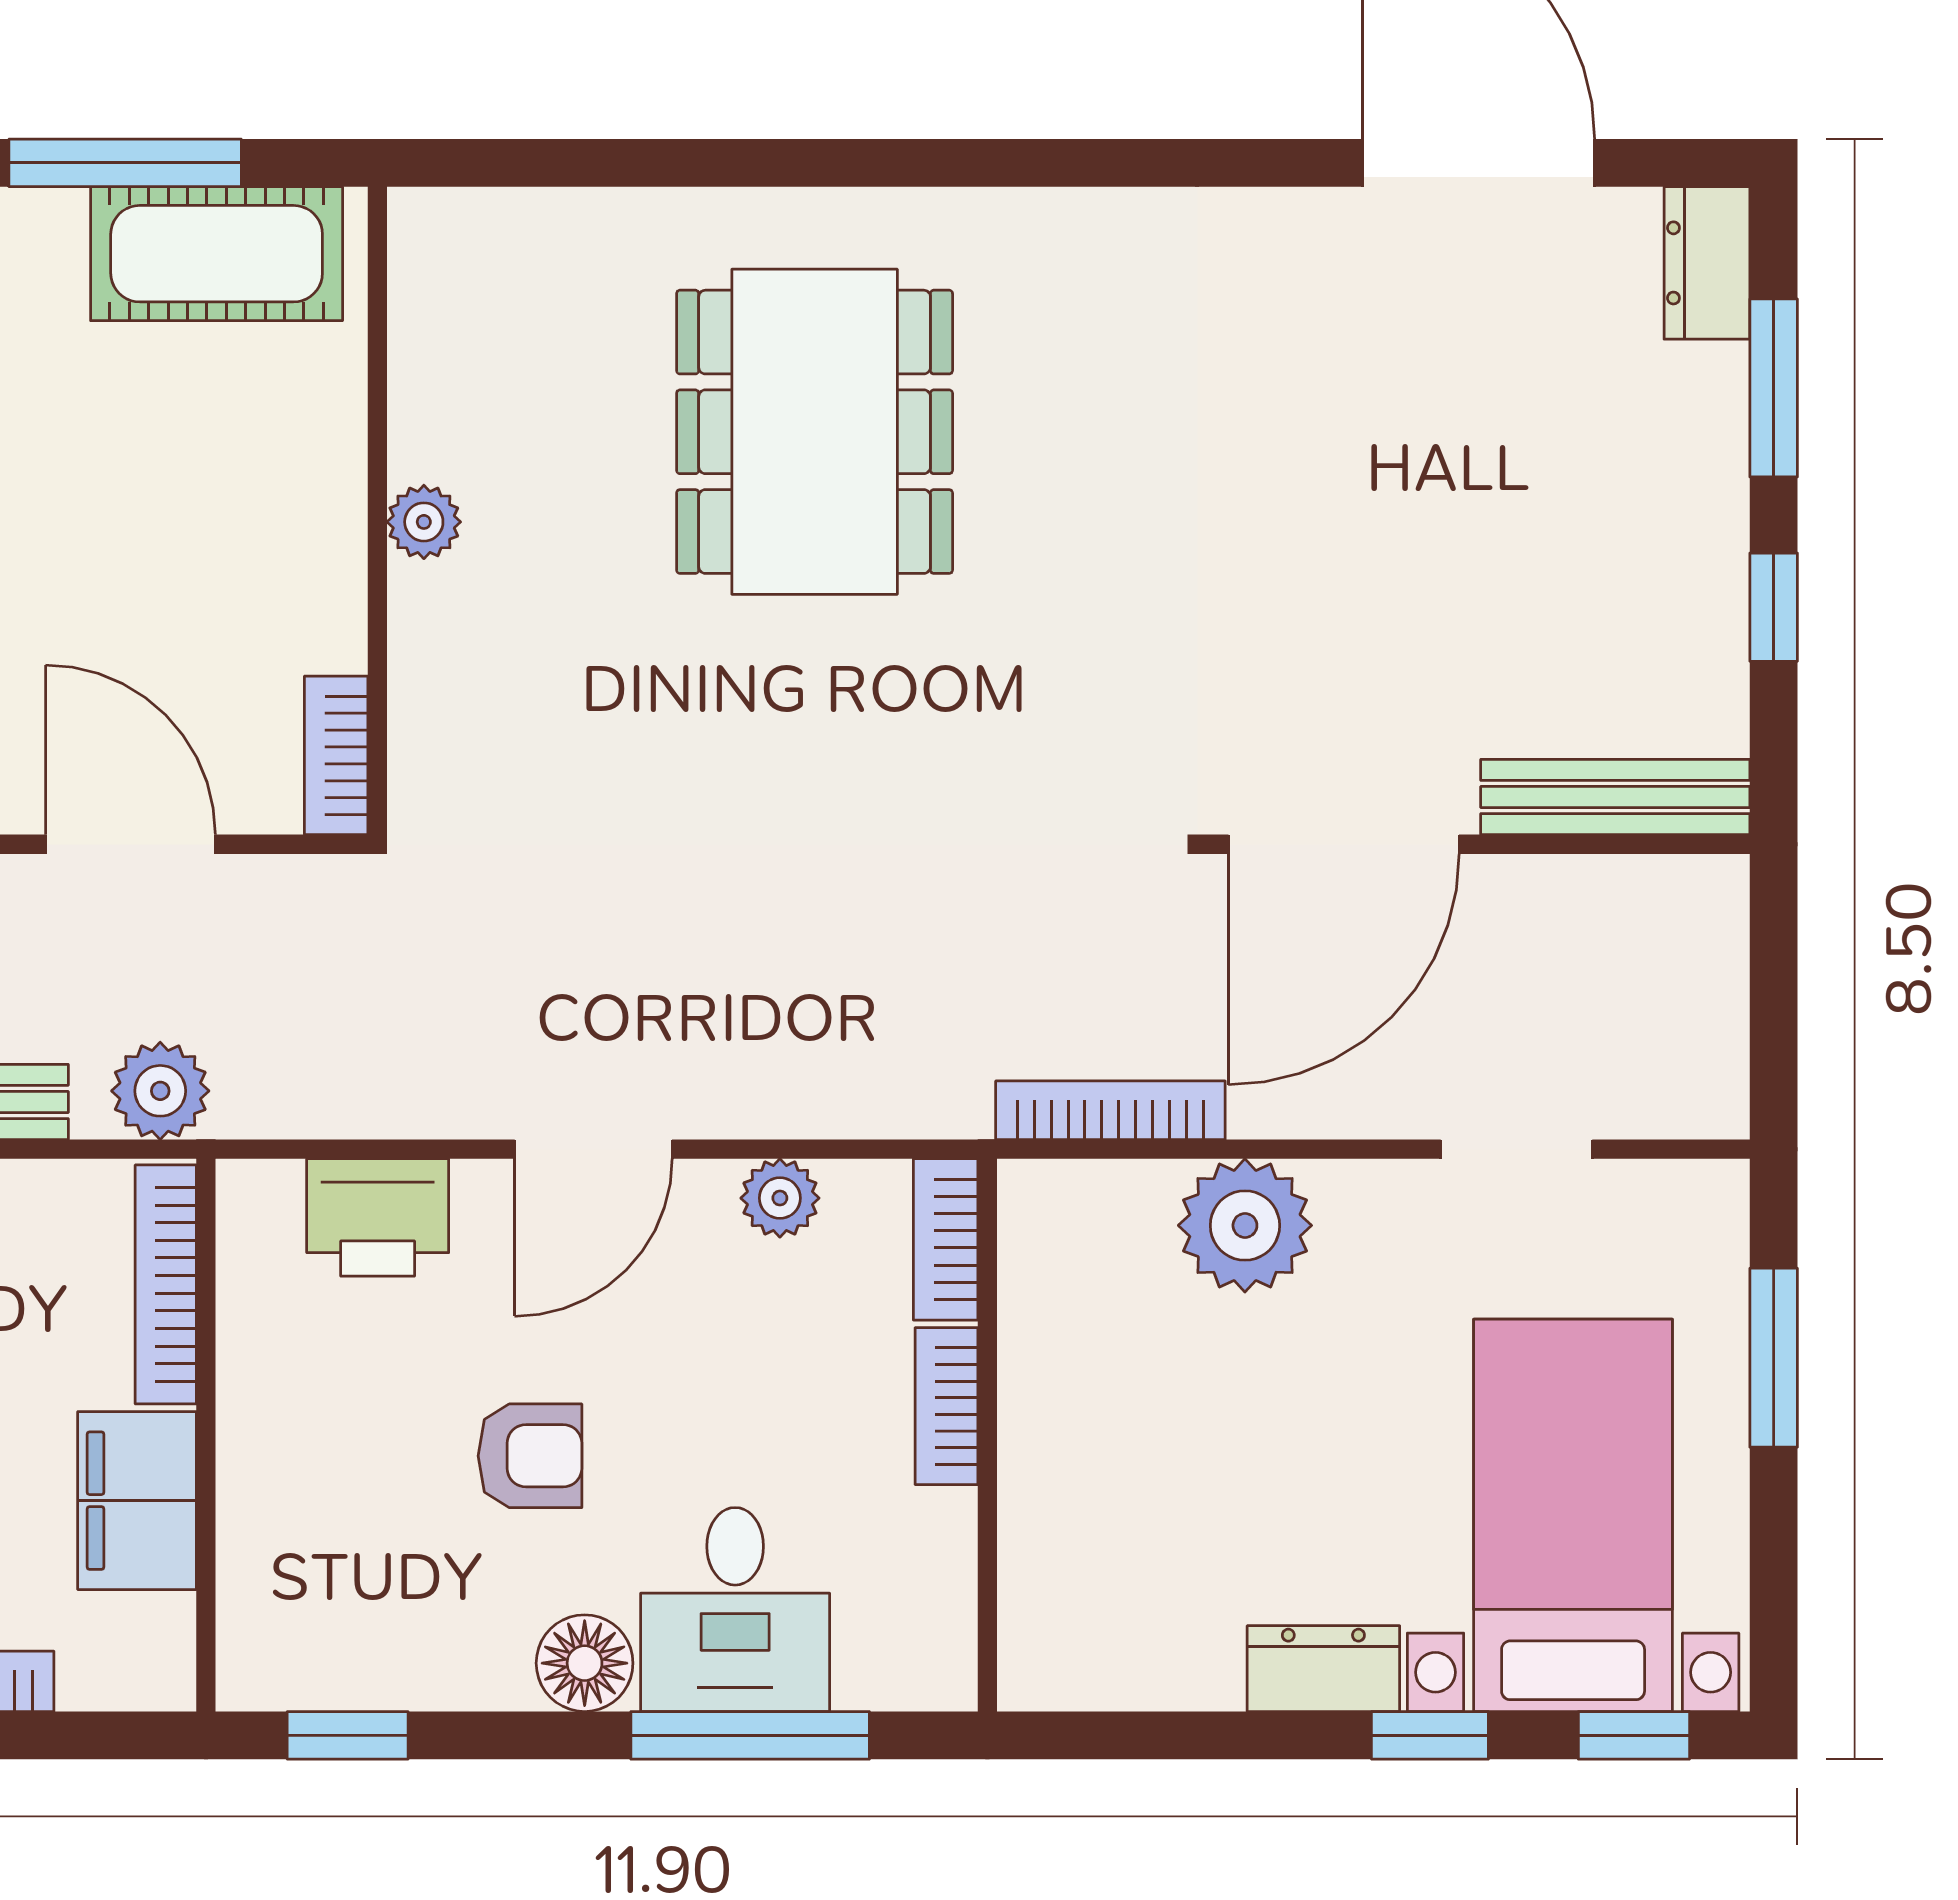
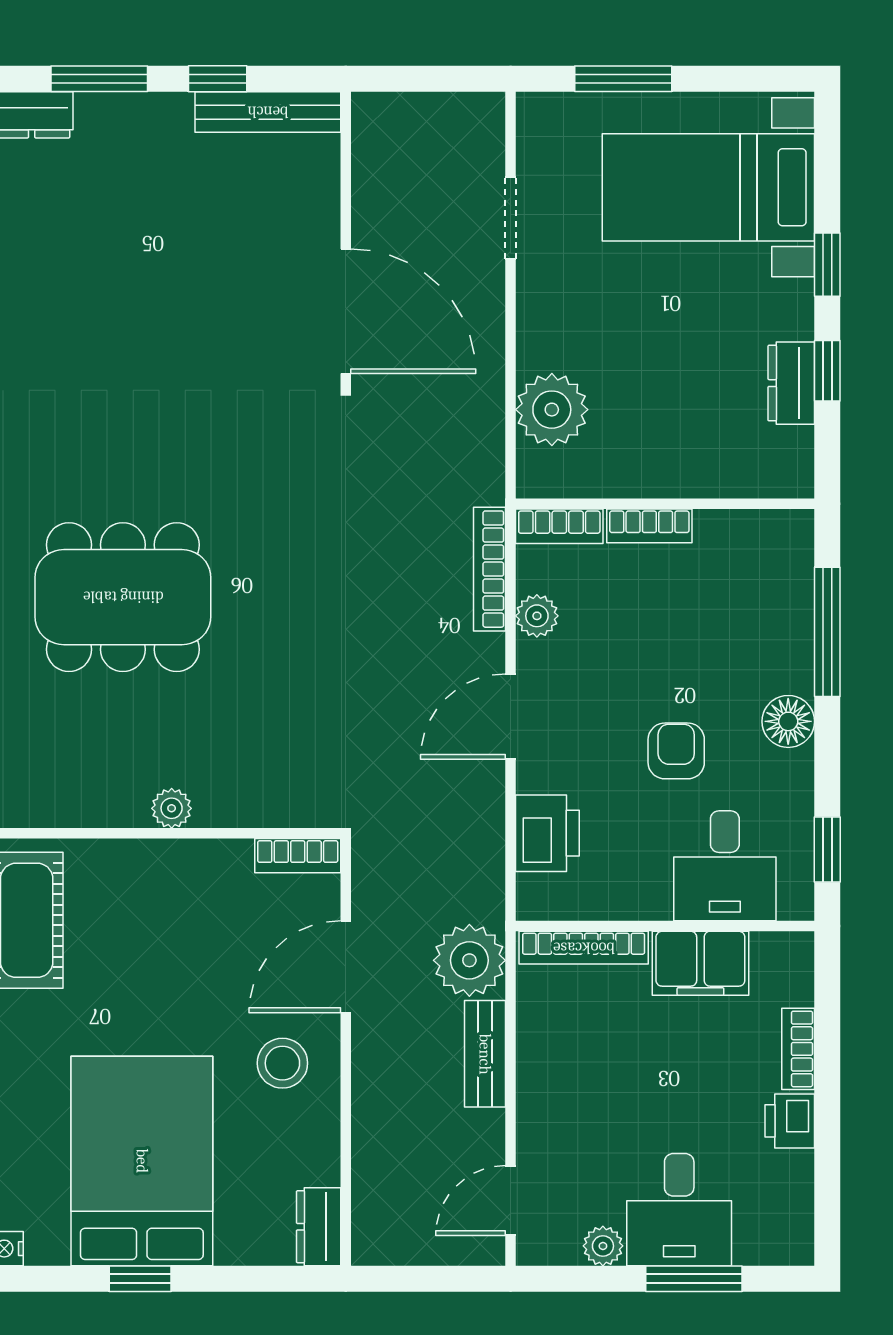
bench: (1615, 797) -> (268, 112), moved, turned 90
plant: (160, 1091) -> (469, 960), width x1.36, depth x1.36
bookcase: (1110, 1110) -> (490, 569), moved
door: (593, 1149) -> (511, 717), swing flipped
plant: (1245, 1225) -> (552, 410), moved
desk: (735, 1610) -> (725, 866), moved, turned 90
dresser: (1323, 1669) -> (791, 383), moved
window: (1634, 1735) -> (827, 371), moved

